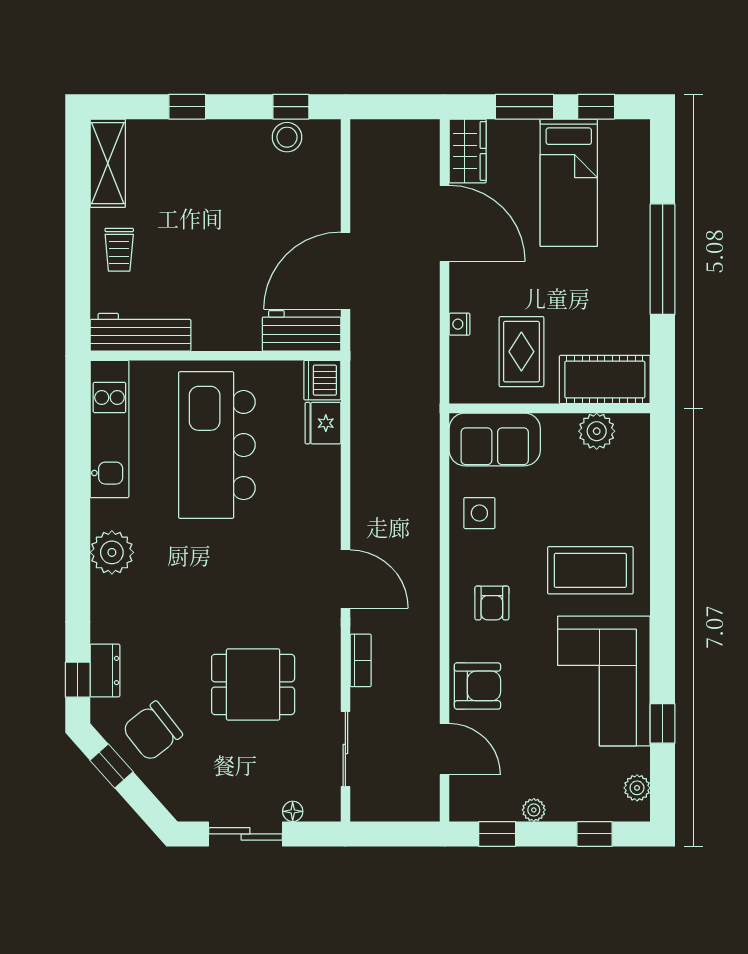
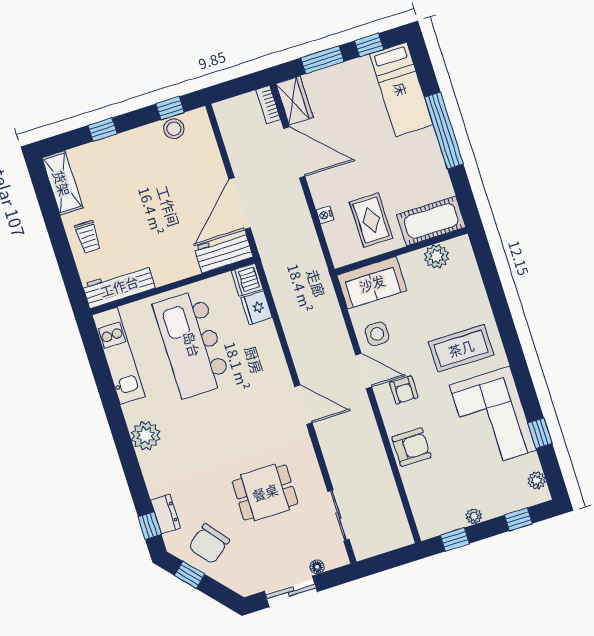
bed: (569, 183) -> (401, 89), moved
bookcase: (361, 660) -> (268, 105), moved, turned 180
door: (444, 749) -> (364, 371), moved

